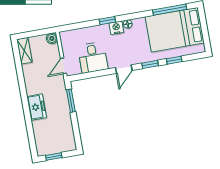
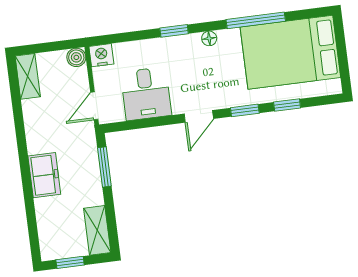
window: (170, 10) -> (256, 20), moved
nightstand: (116, 28) -> (101, 55), moved
shelving: (68, 137) -> (97, 230), added

